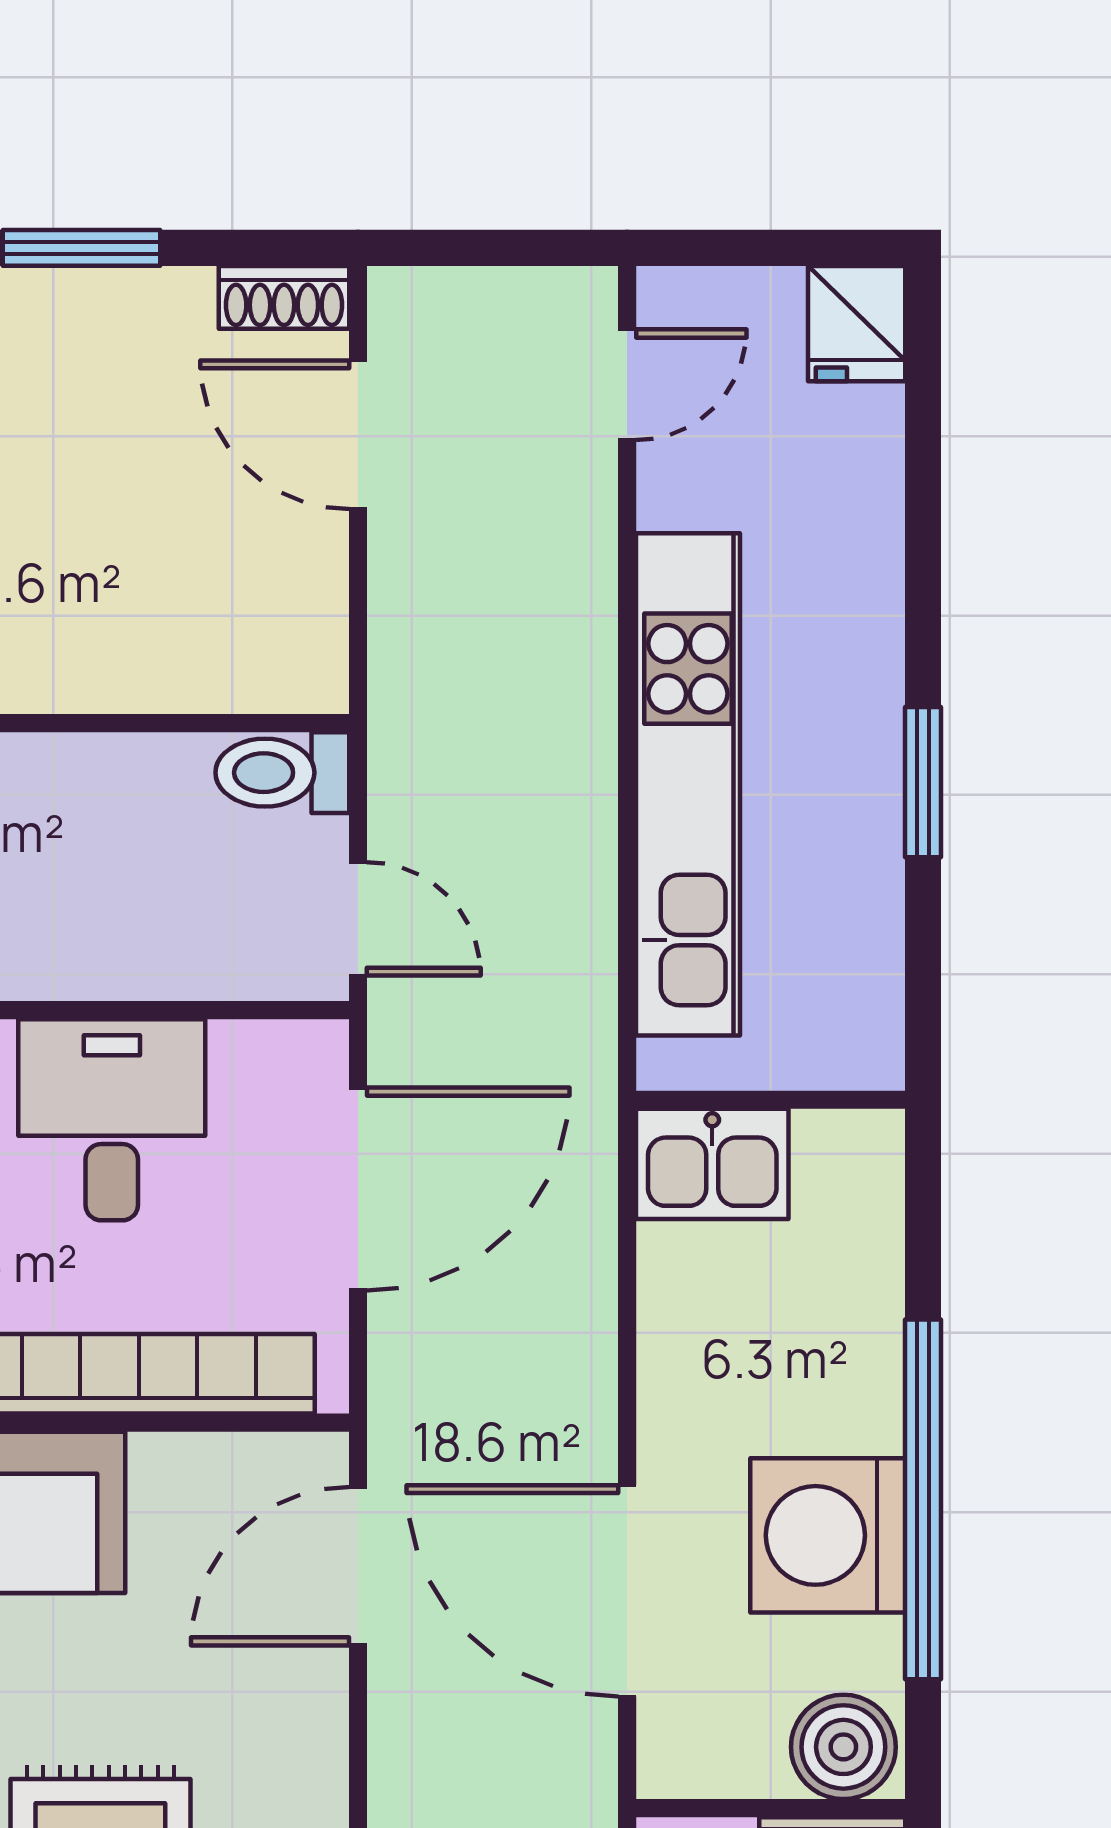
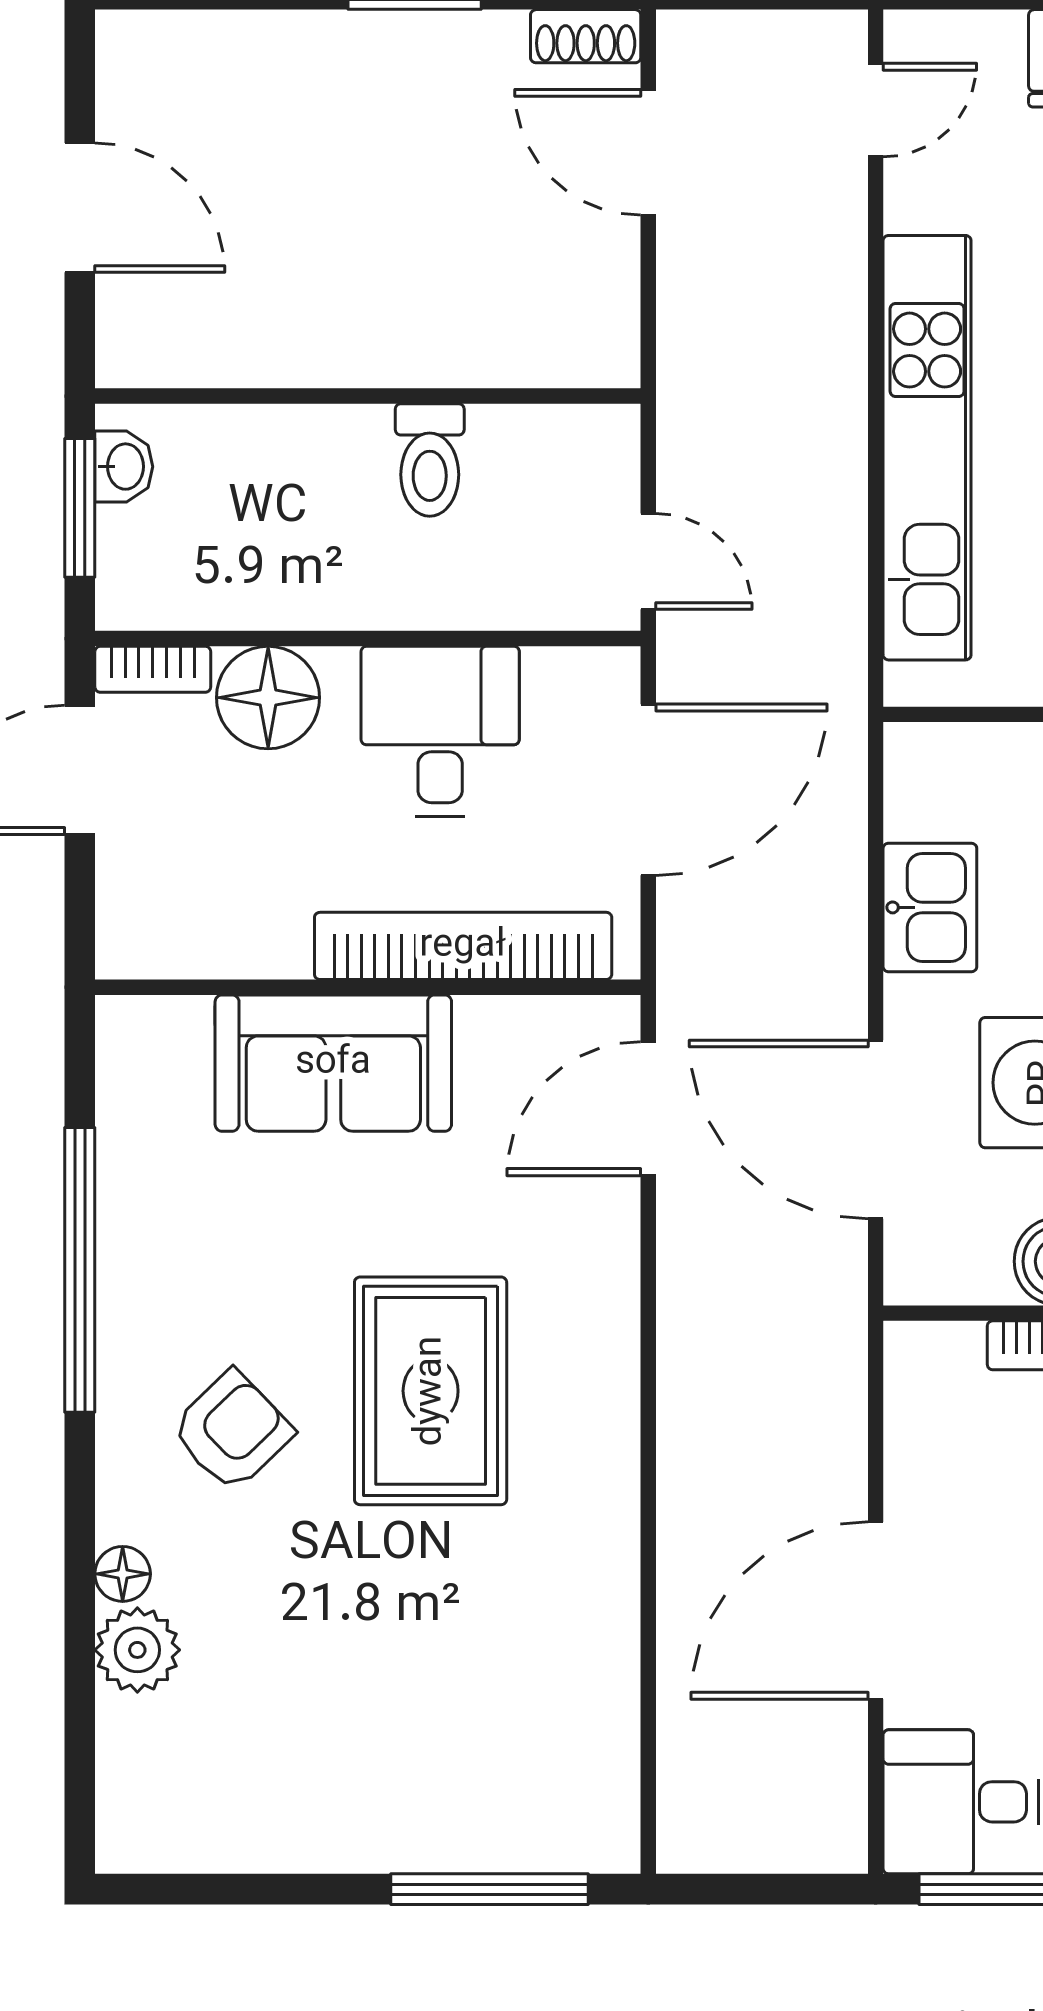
toilet: (282, 773) -> (430, 460), moved, turned -90
kitchen sink: (712, 1164) -> (930, 907), moved, turned -90

